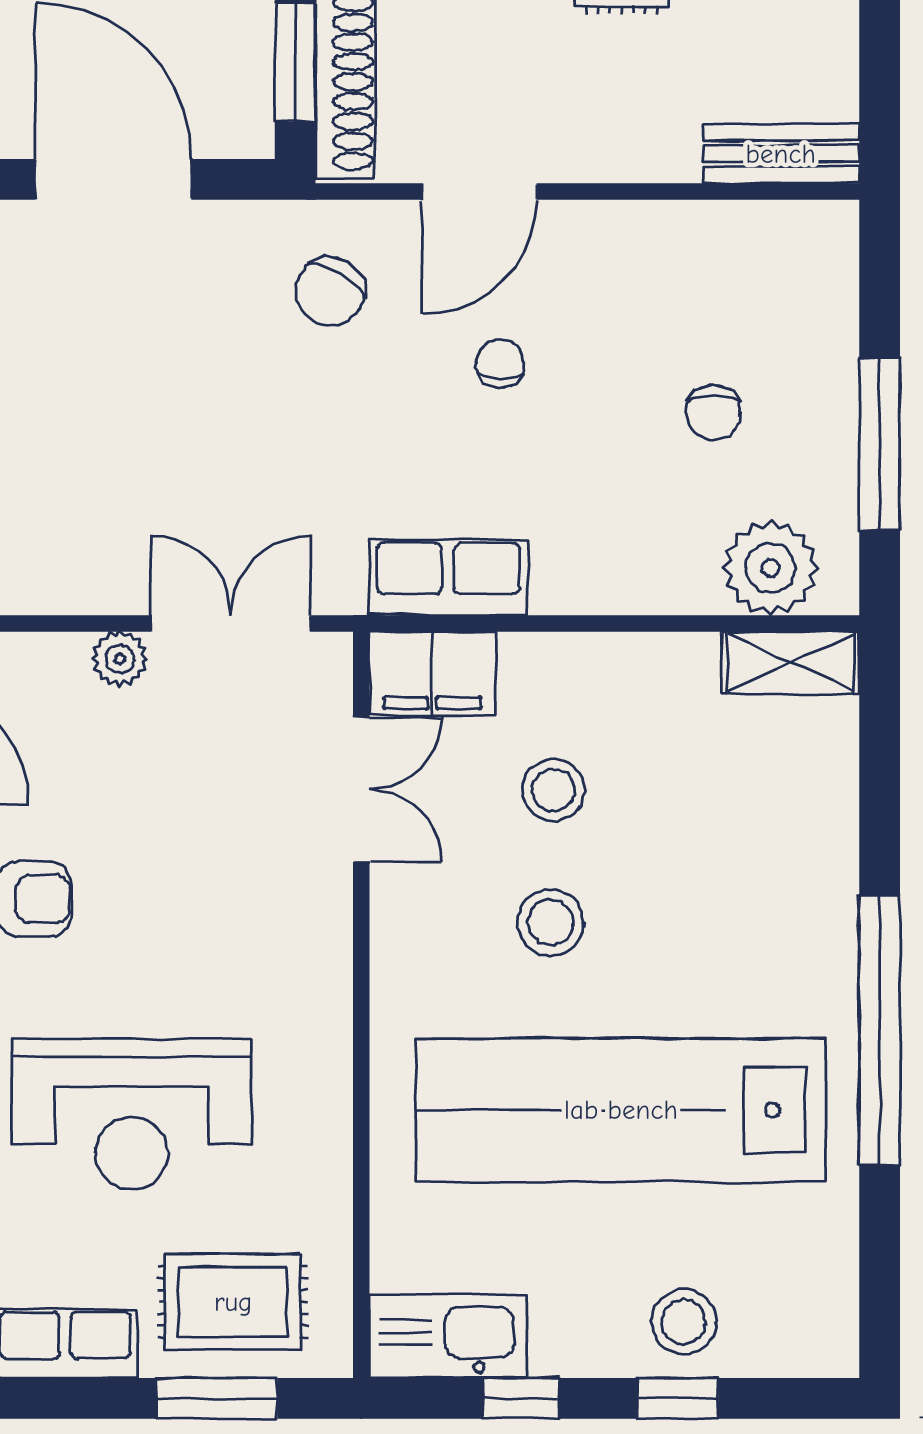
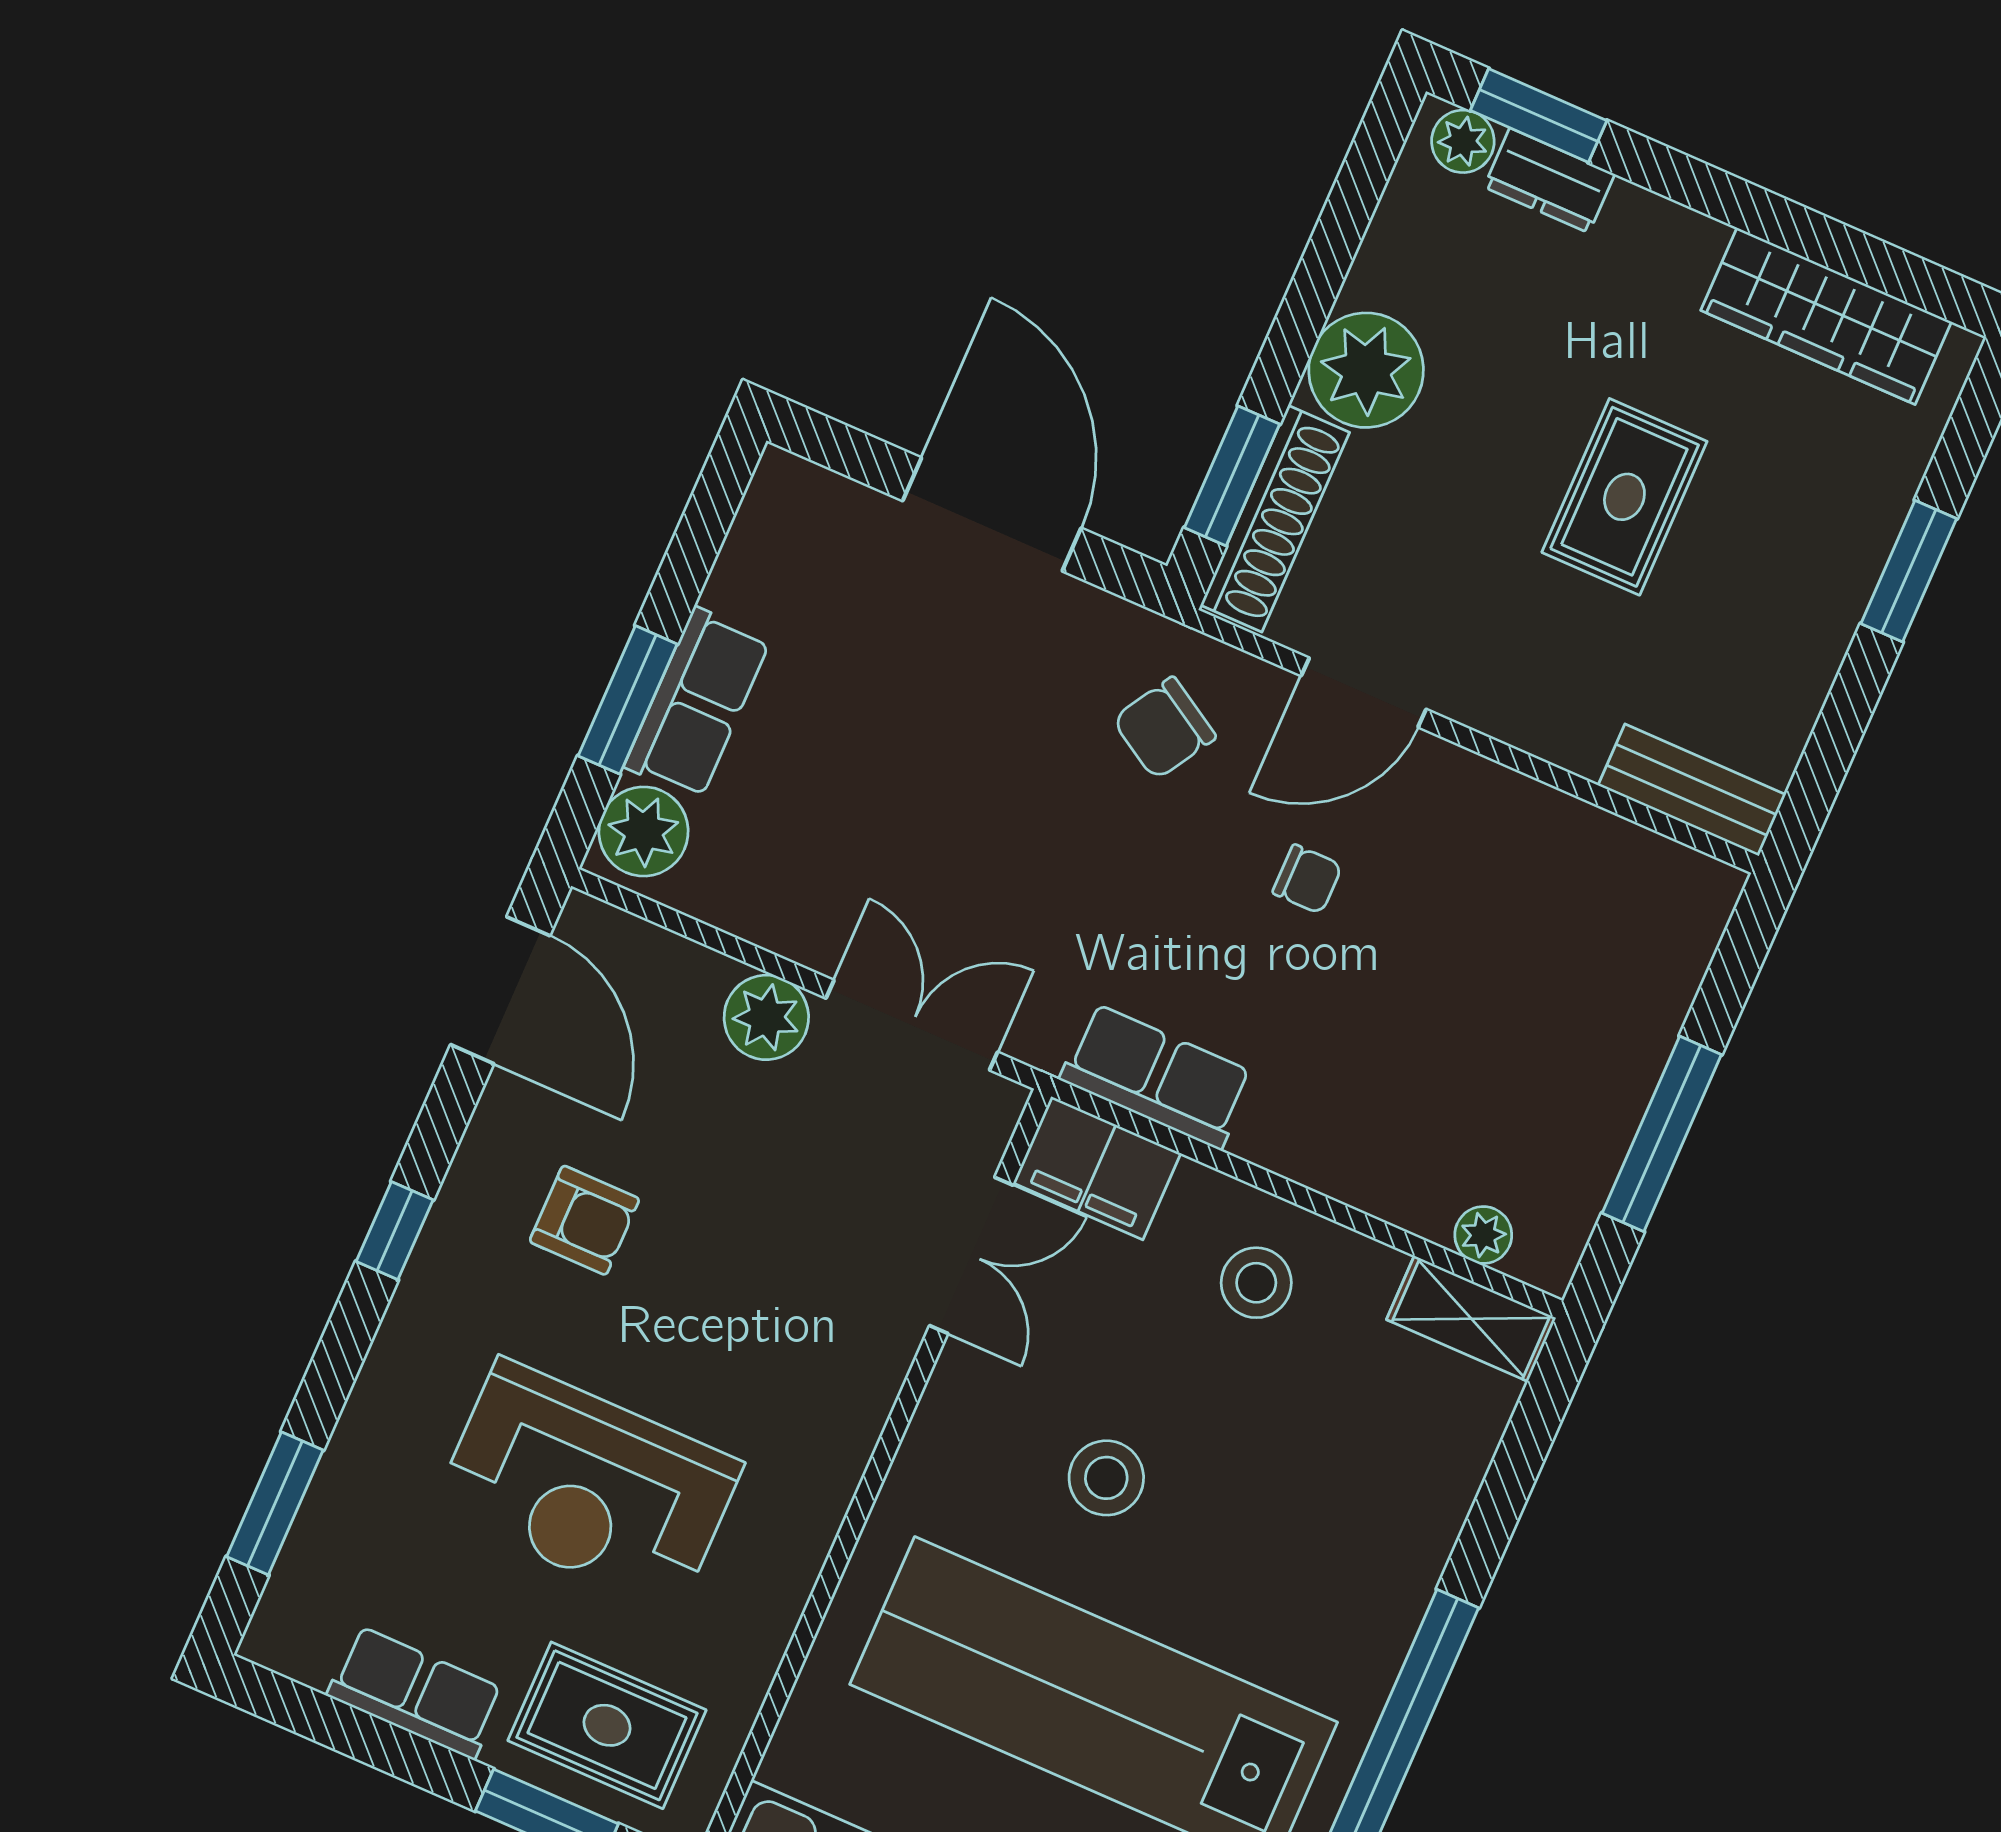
chair: (500, 363) -> (1307, 879), turned 90
chair: (713, 412) -> (1505, 1026), removed
plant: (770, 568) -> (1483, 1235), width x0.53, depth x0.53
plant: (120, 659) -> (766, 1017), width x1.38, depth x1.38
stool: (553, 790) -> (1256, 1283), moved

